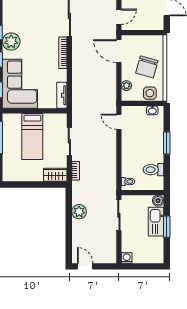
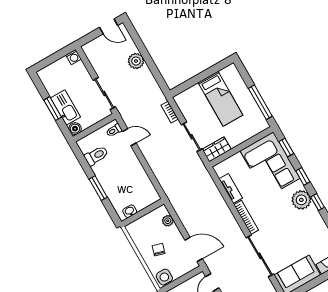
chair: (147, 67) -> (159, 250), width x0.54, depth x0.54
side table: (150, 93) -> (164, 277), moved
tv unit: (62, 95) -> (231, 188), moved
door: (119, 122) -> (129, 137), moved
bed: (32, 136) -> (220, 99), moved, turned 180
wardrobe: (55, 175) -> (217, 149), moved, turned 180
plant: (79, 212) -> (136, 61), moved

